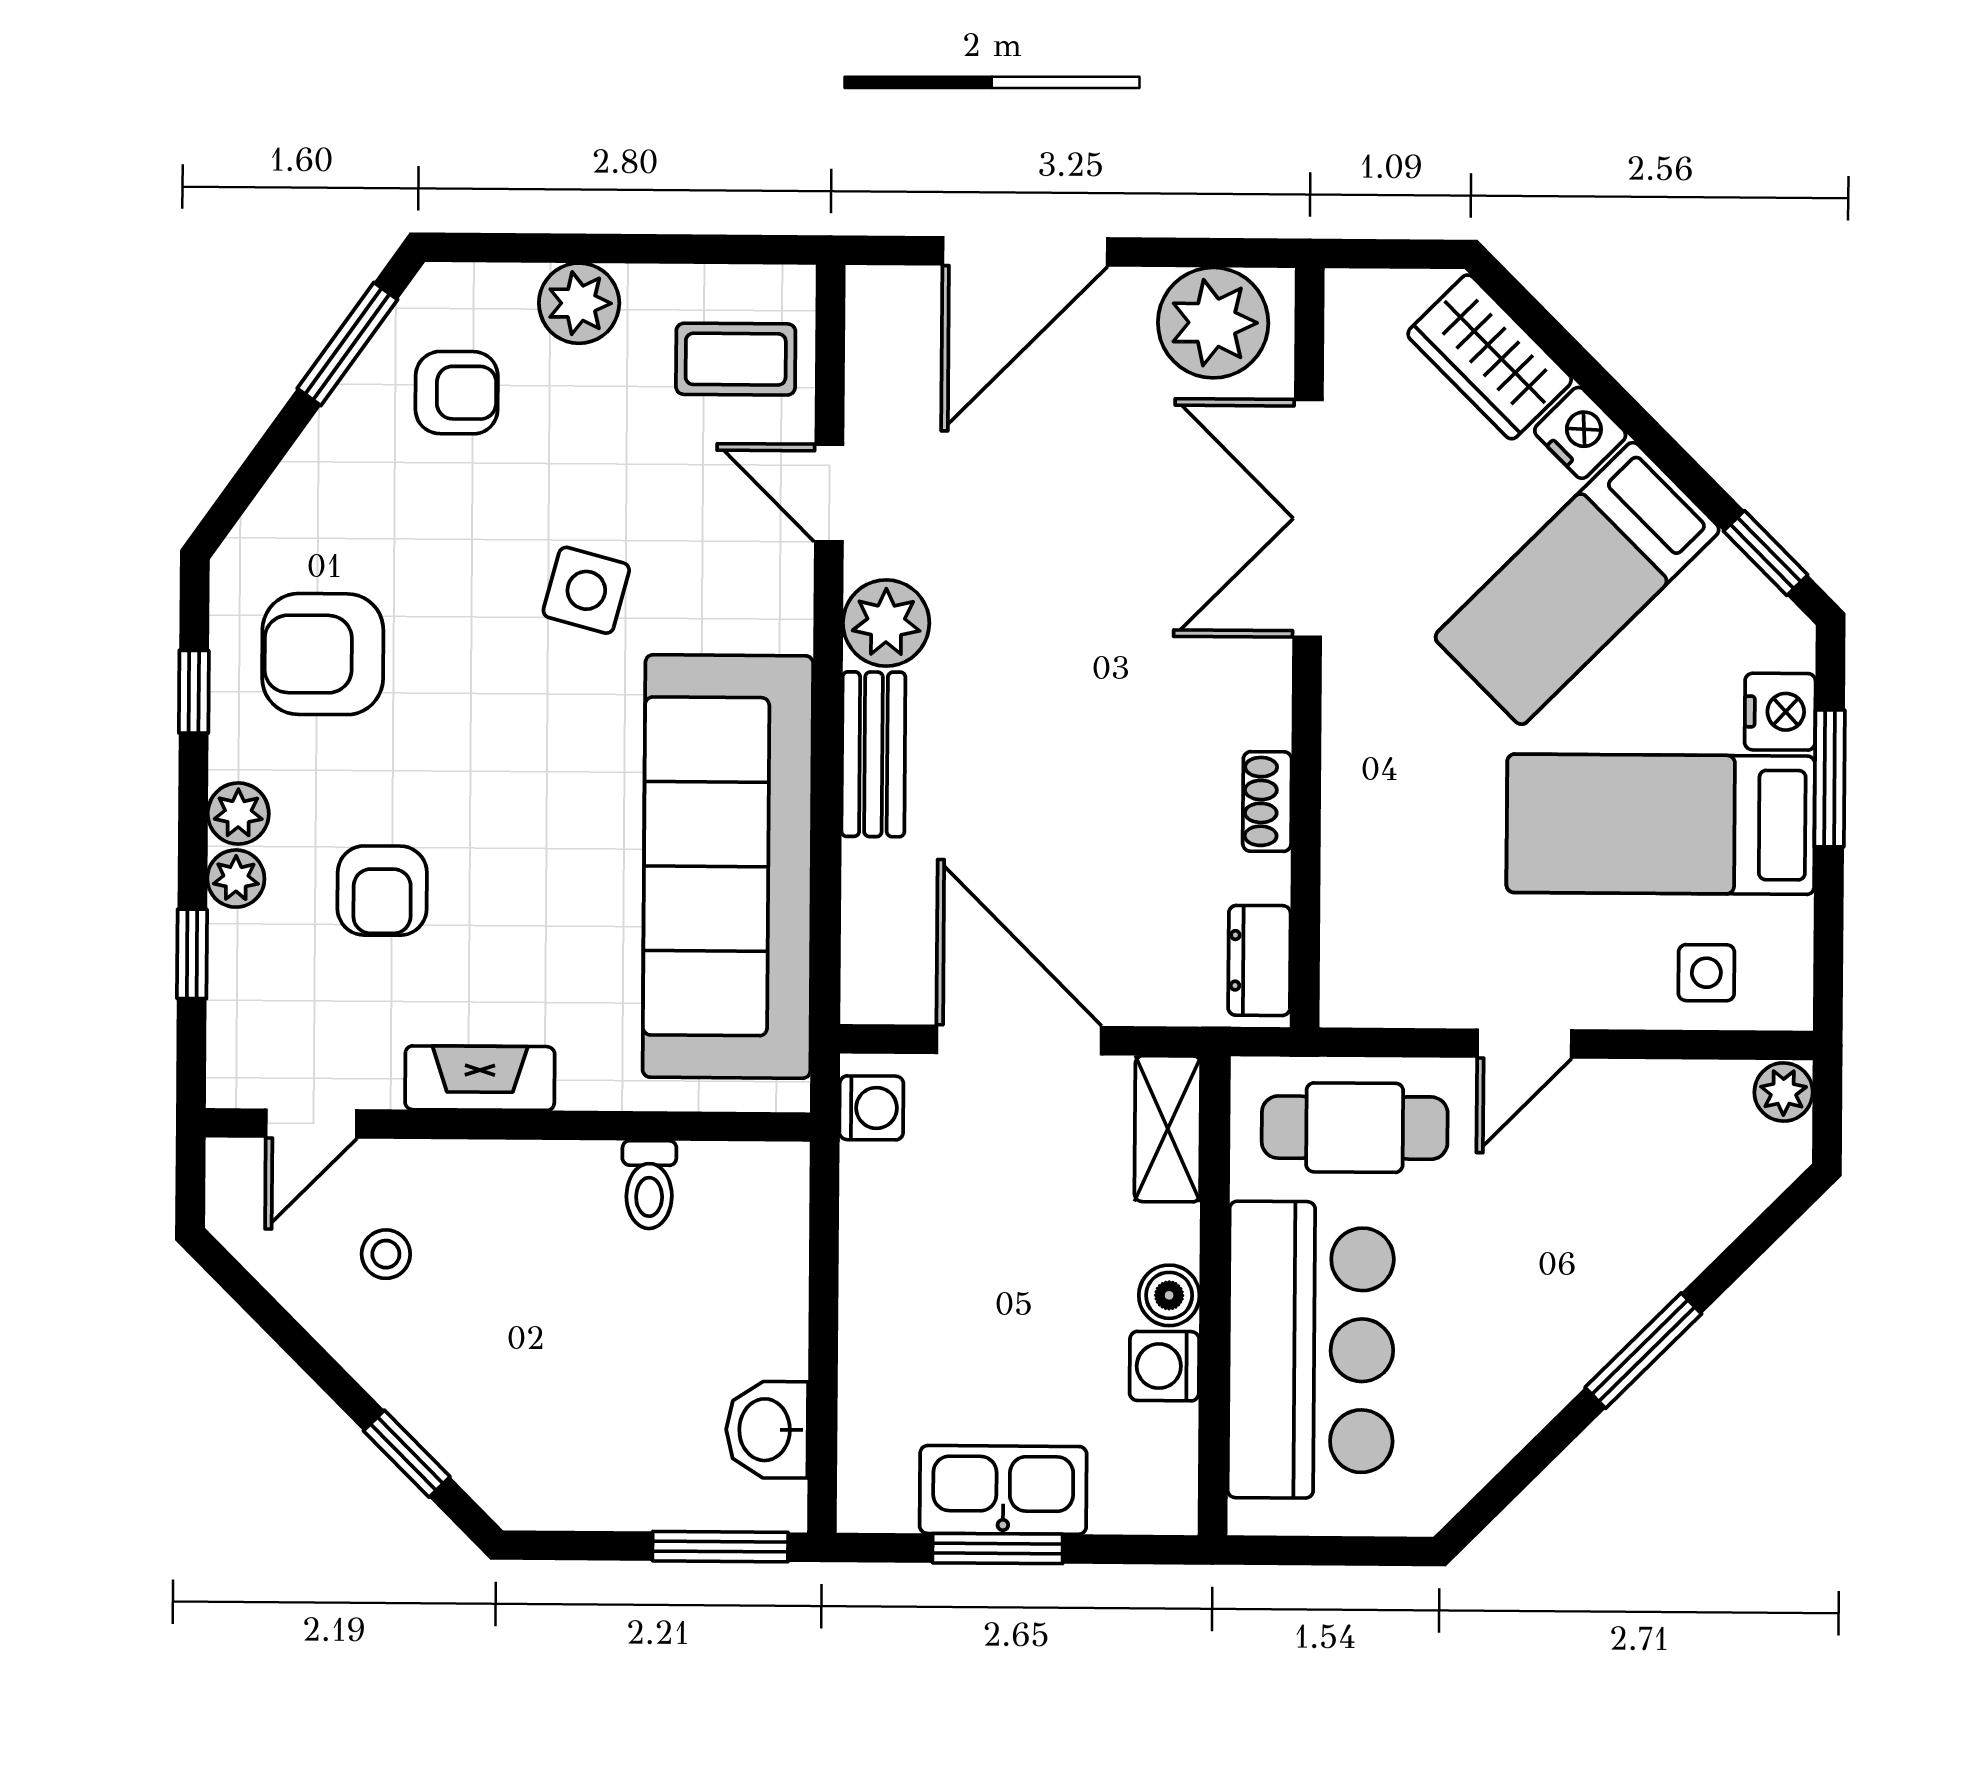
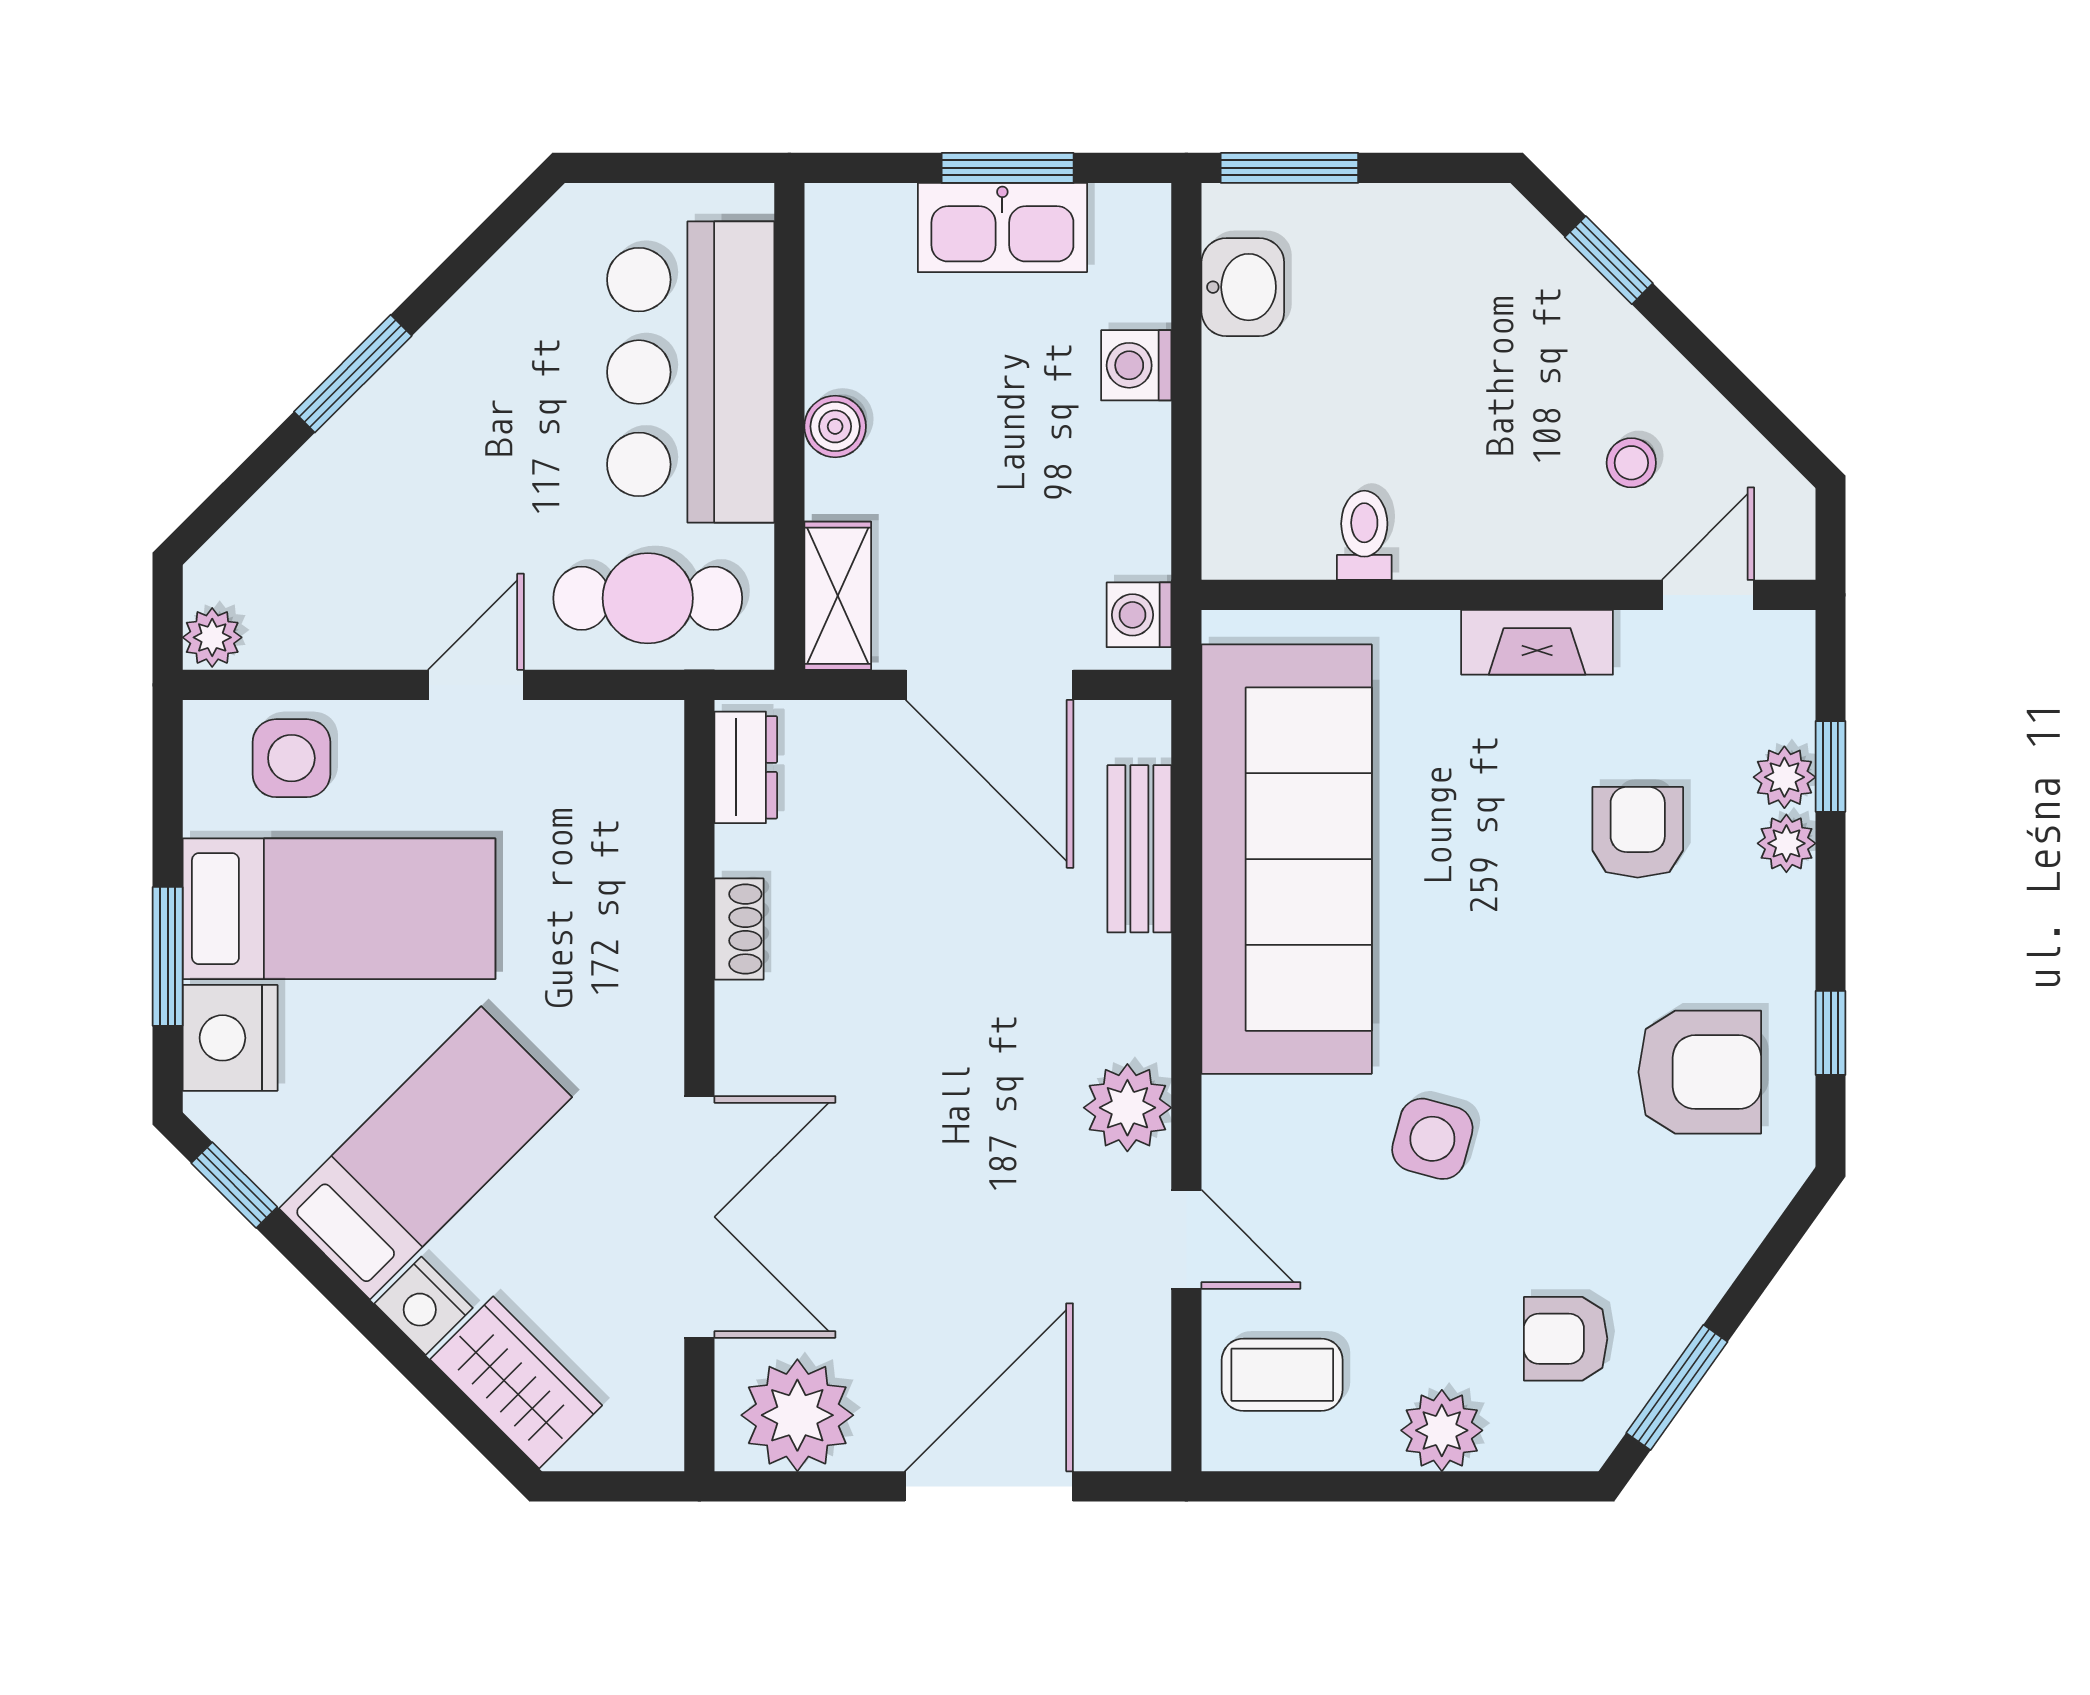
nightstand: (1780, 712) -> (230, 1038), width x1.36, depth x1.33
bench: (873, 754) -> (1139, 849), moved
plant: (238, 814) -> (1784, 777), moved
side table: (1706, 973) -> (291, 758), width x1.37, depth x1.37
washing machine: (1164, 1366) -> (1136, 365), moved, turned 180

